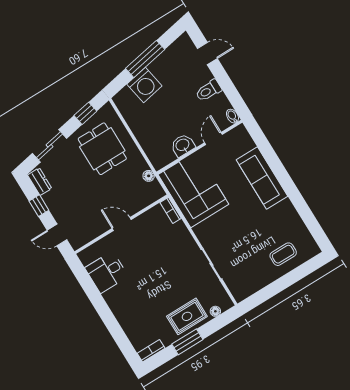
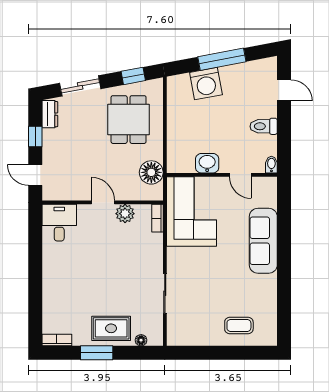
door: (213, 138) -> (240, 175), swing flipped
floor lamp: (149, 176) -> (151, 172), width x1.89, depth x1.89
plant: (144, 222) -> (125, 214), added
desk: (107, 272) -> (59, 223), moved, turned 90

